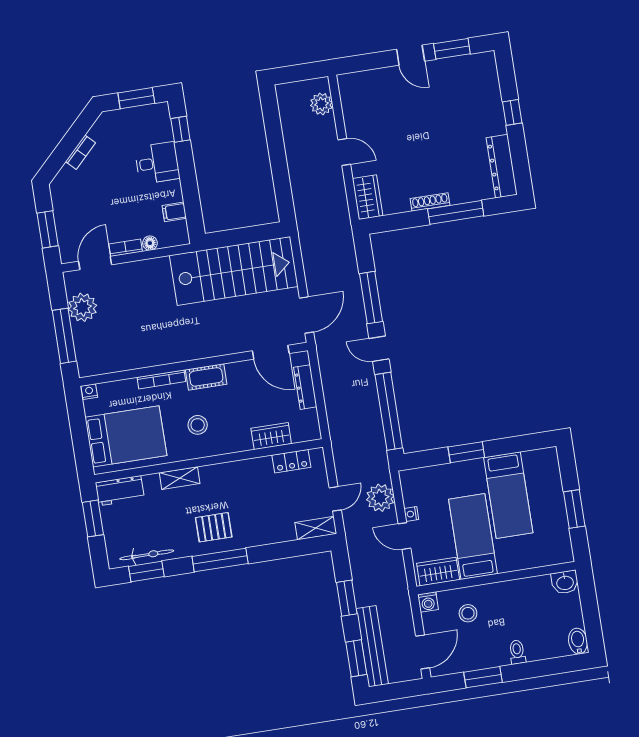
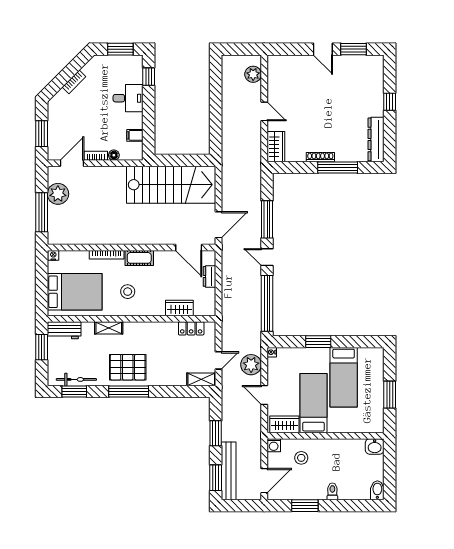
dresser: (305, 387) -> (210, 276), width x0.70
nightstand: (411, 514) -> (272, 352), moved
pallet: (214, 527) -> (128, 367), width x1.50, depth x1.42

